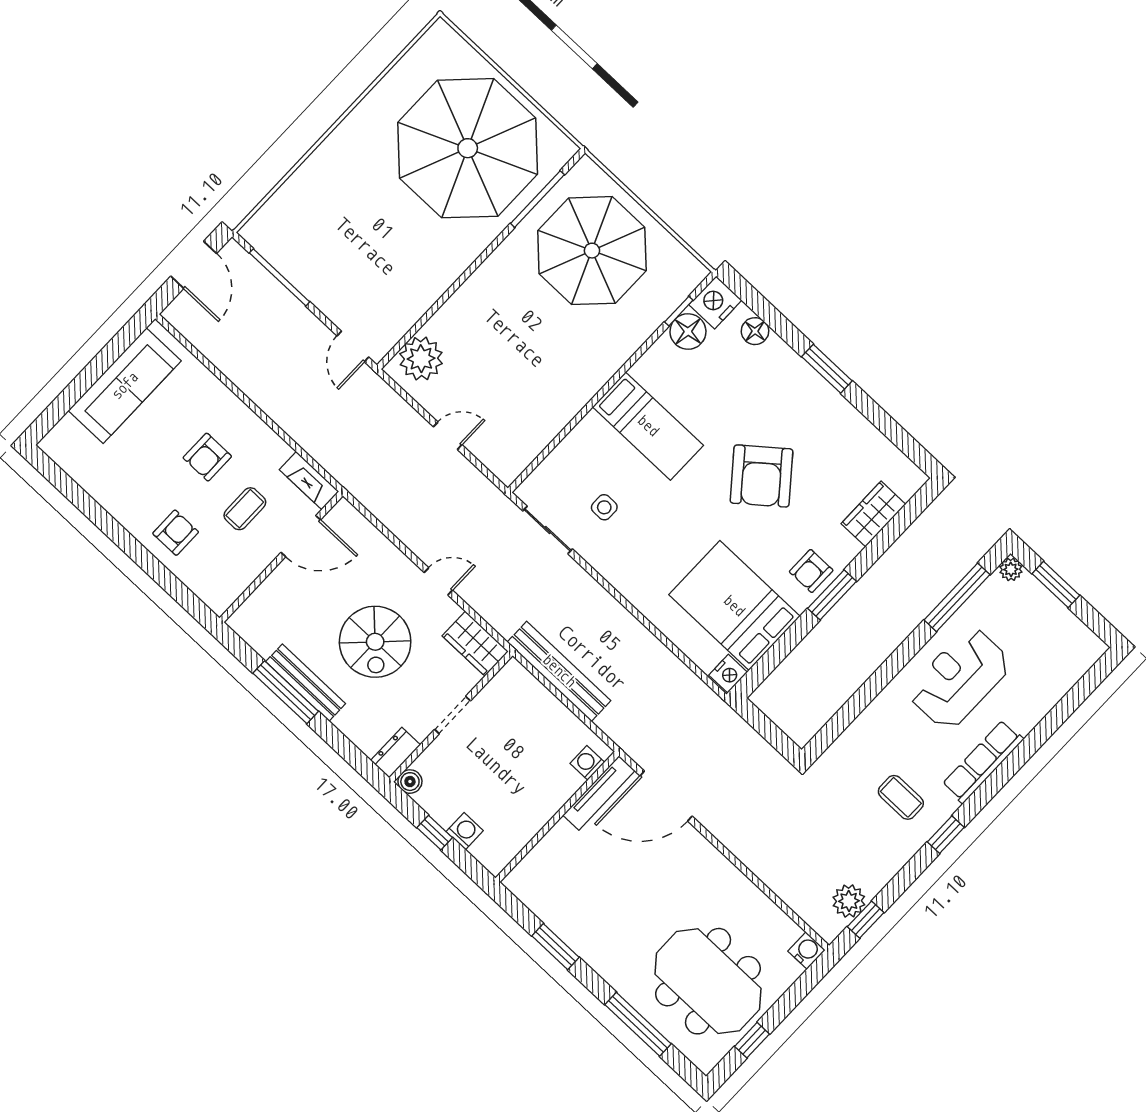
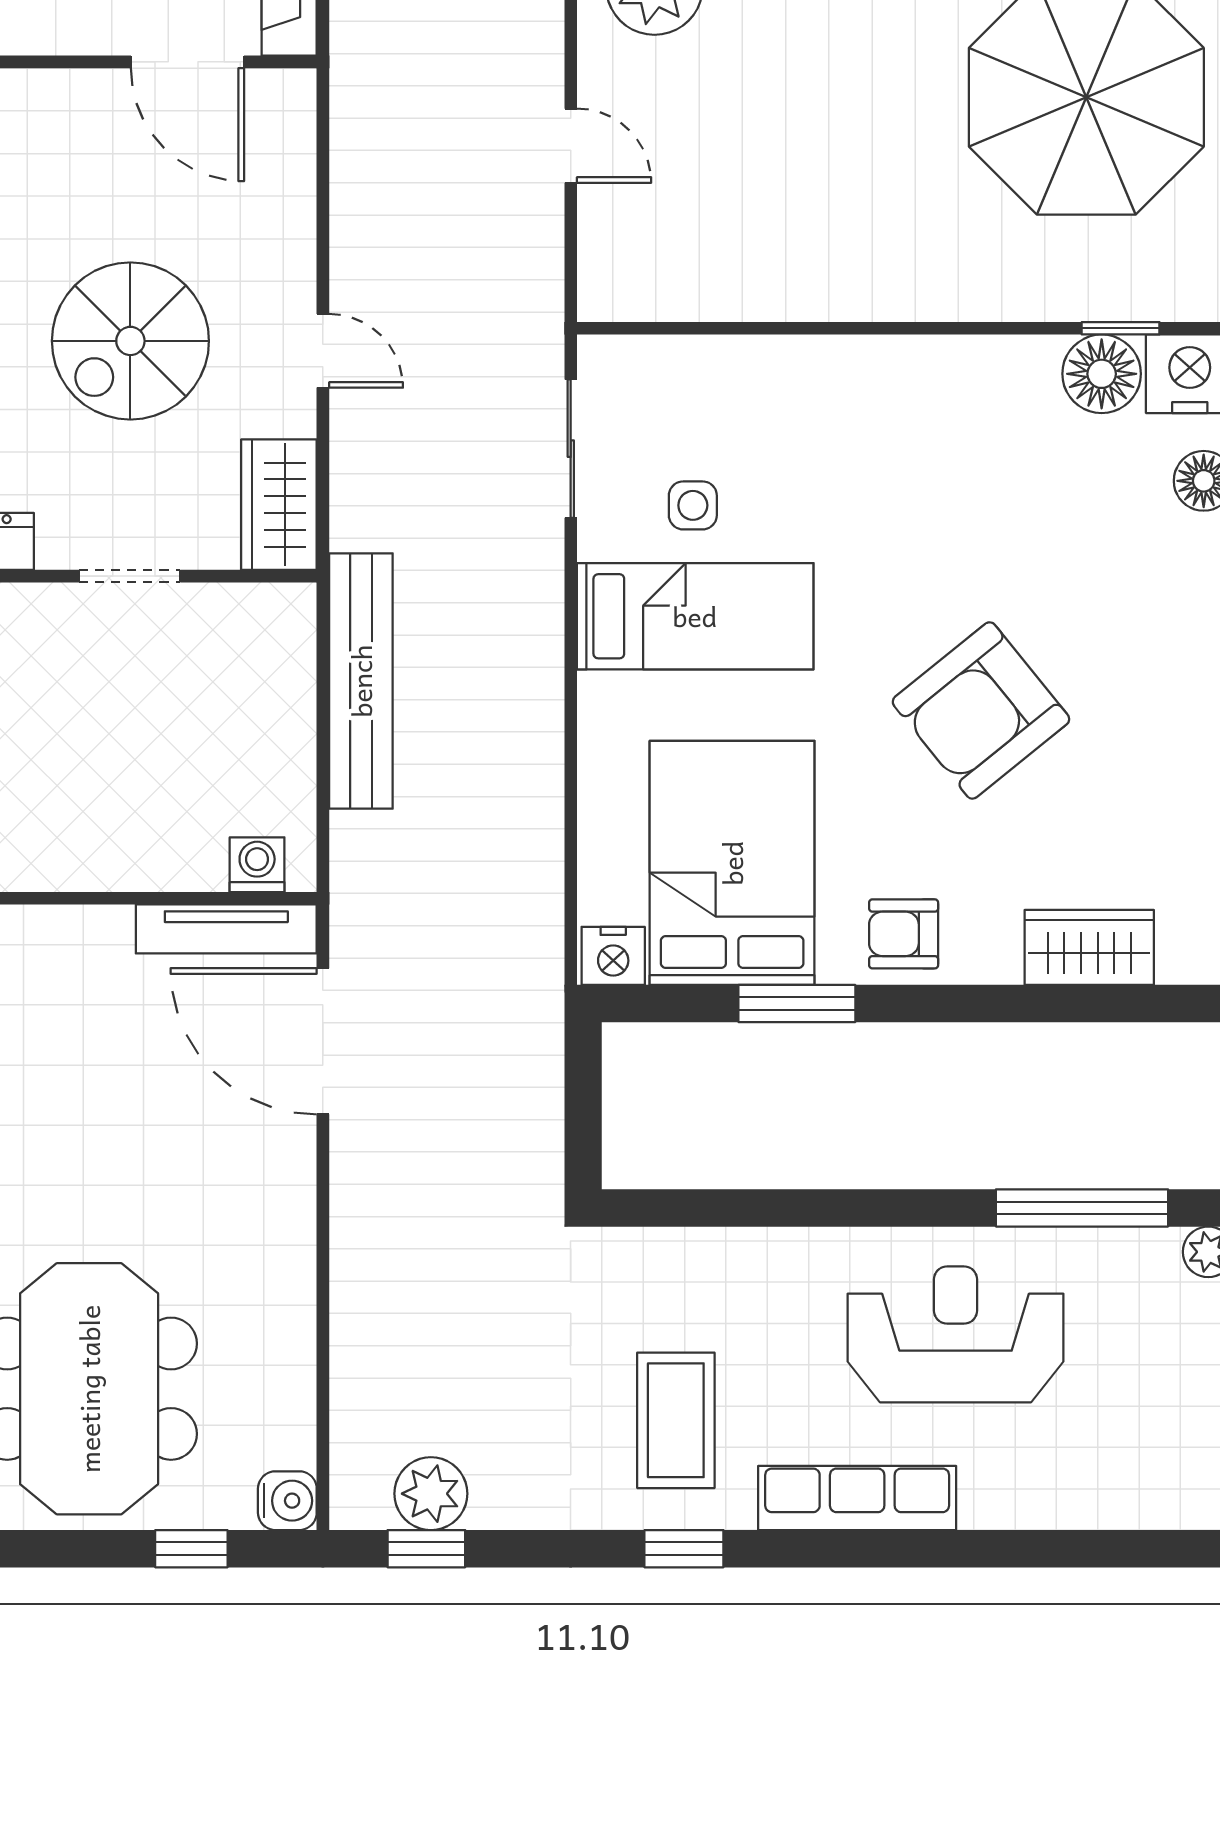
bed: (648, 426) -> (695, 616), moved, turned -90
window: (832, 595) -> (797, 1004), moved
coffee table: (901, 797) -> (676, 1420), width x1.36, depth x1.30
window: (752, 1040) -> (191, 1549), moved

